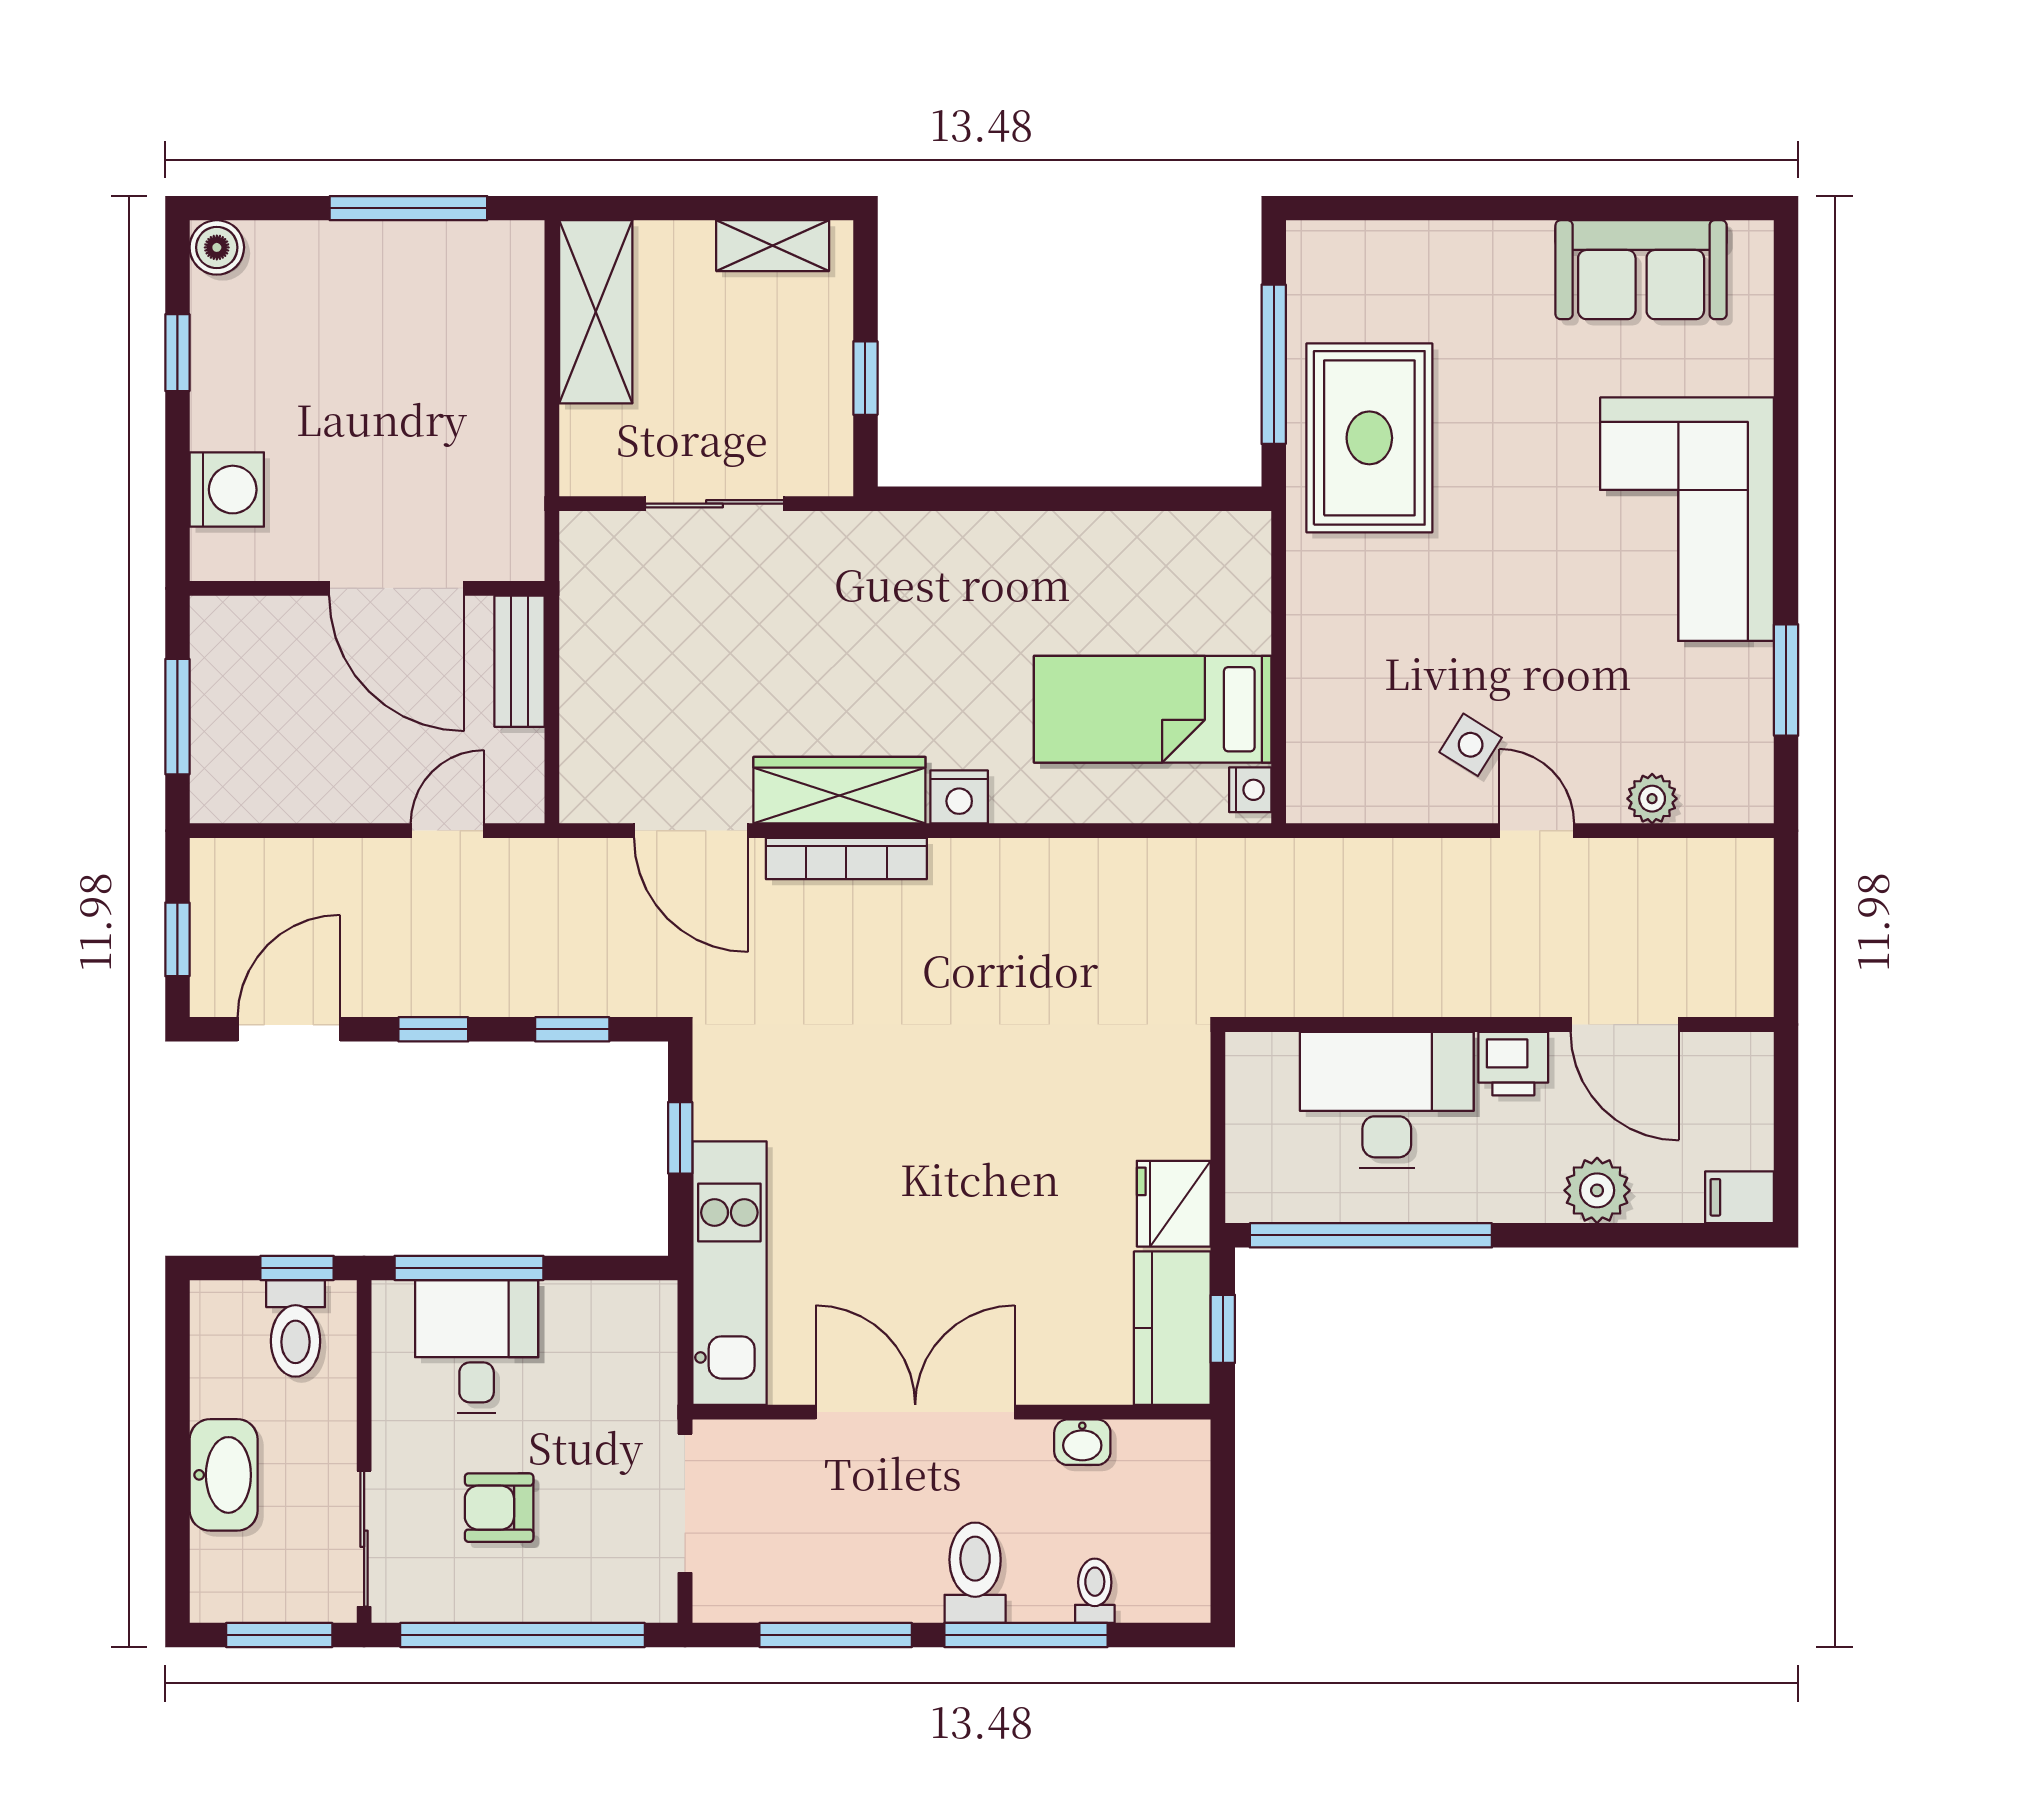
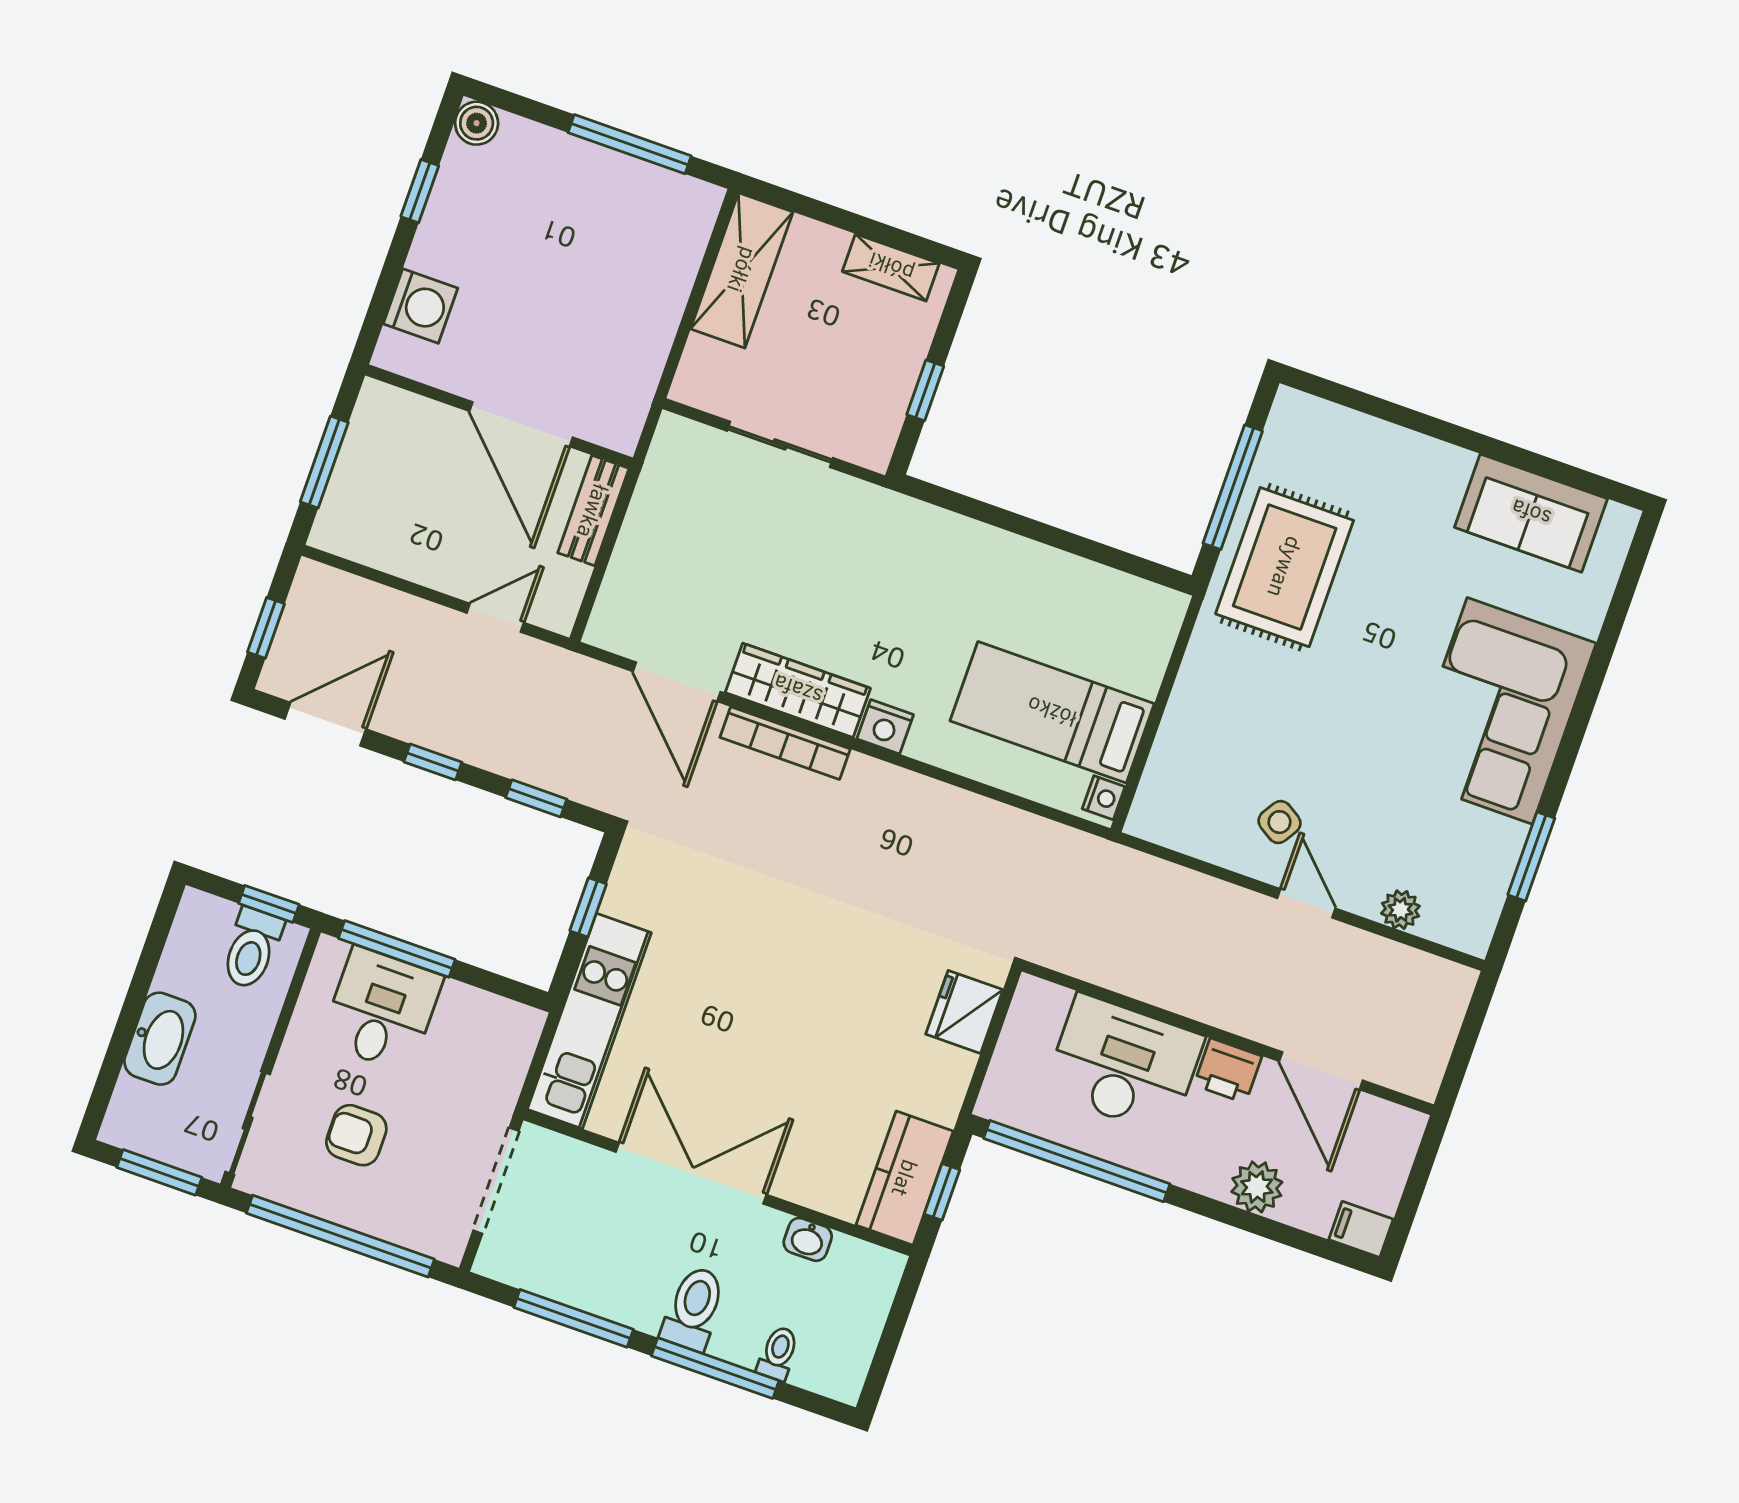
fridge: (1174, 1204) -> (964, 1012), moved

